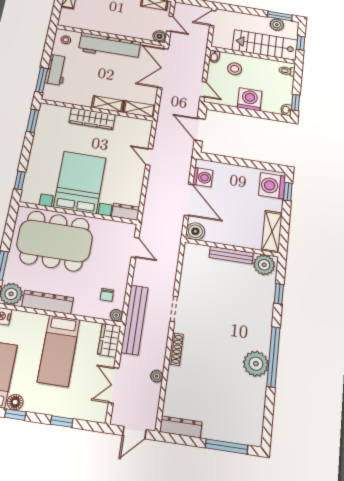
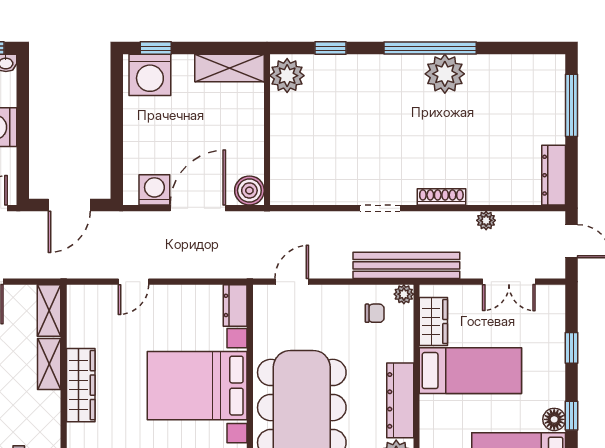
bench: (231, 255) -> (280, 129), removed
wardrobe: (109, 340) -> (433, 322), moved, turned -90

